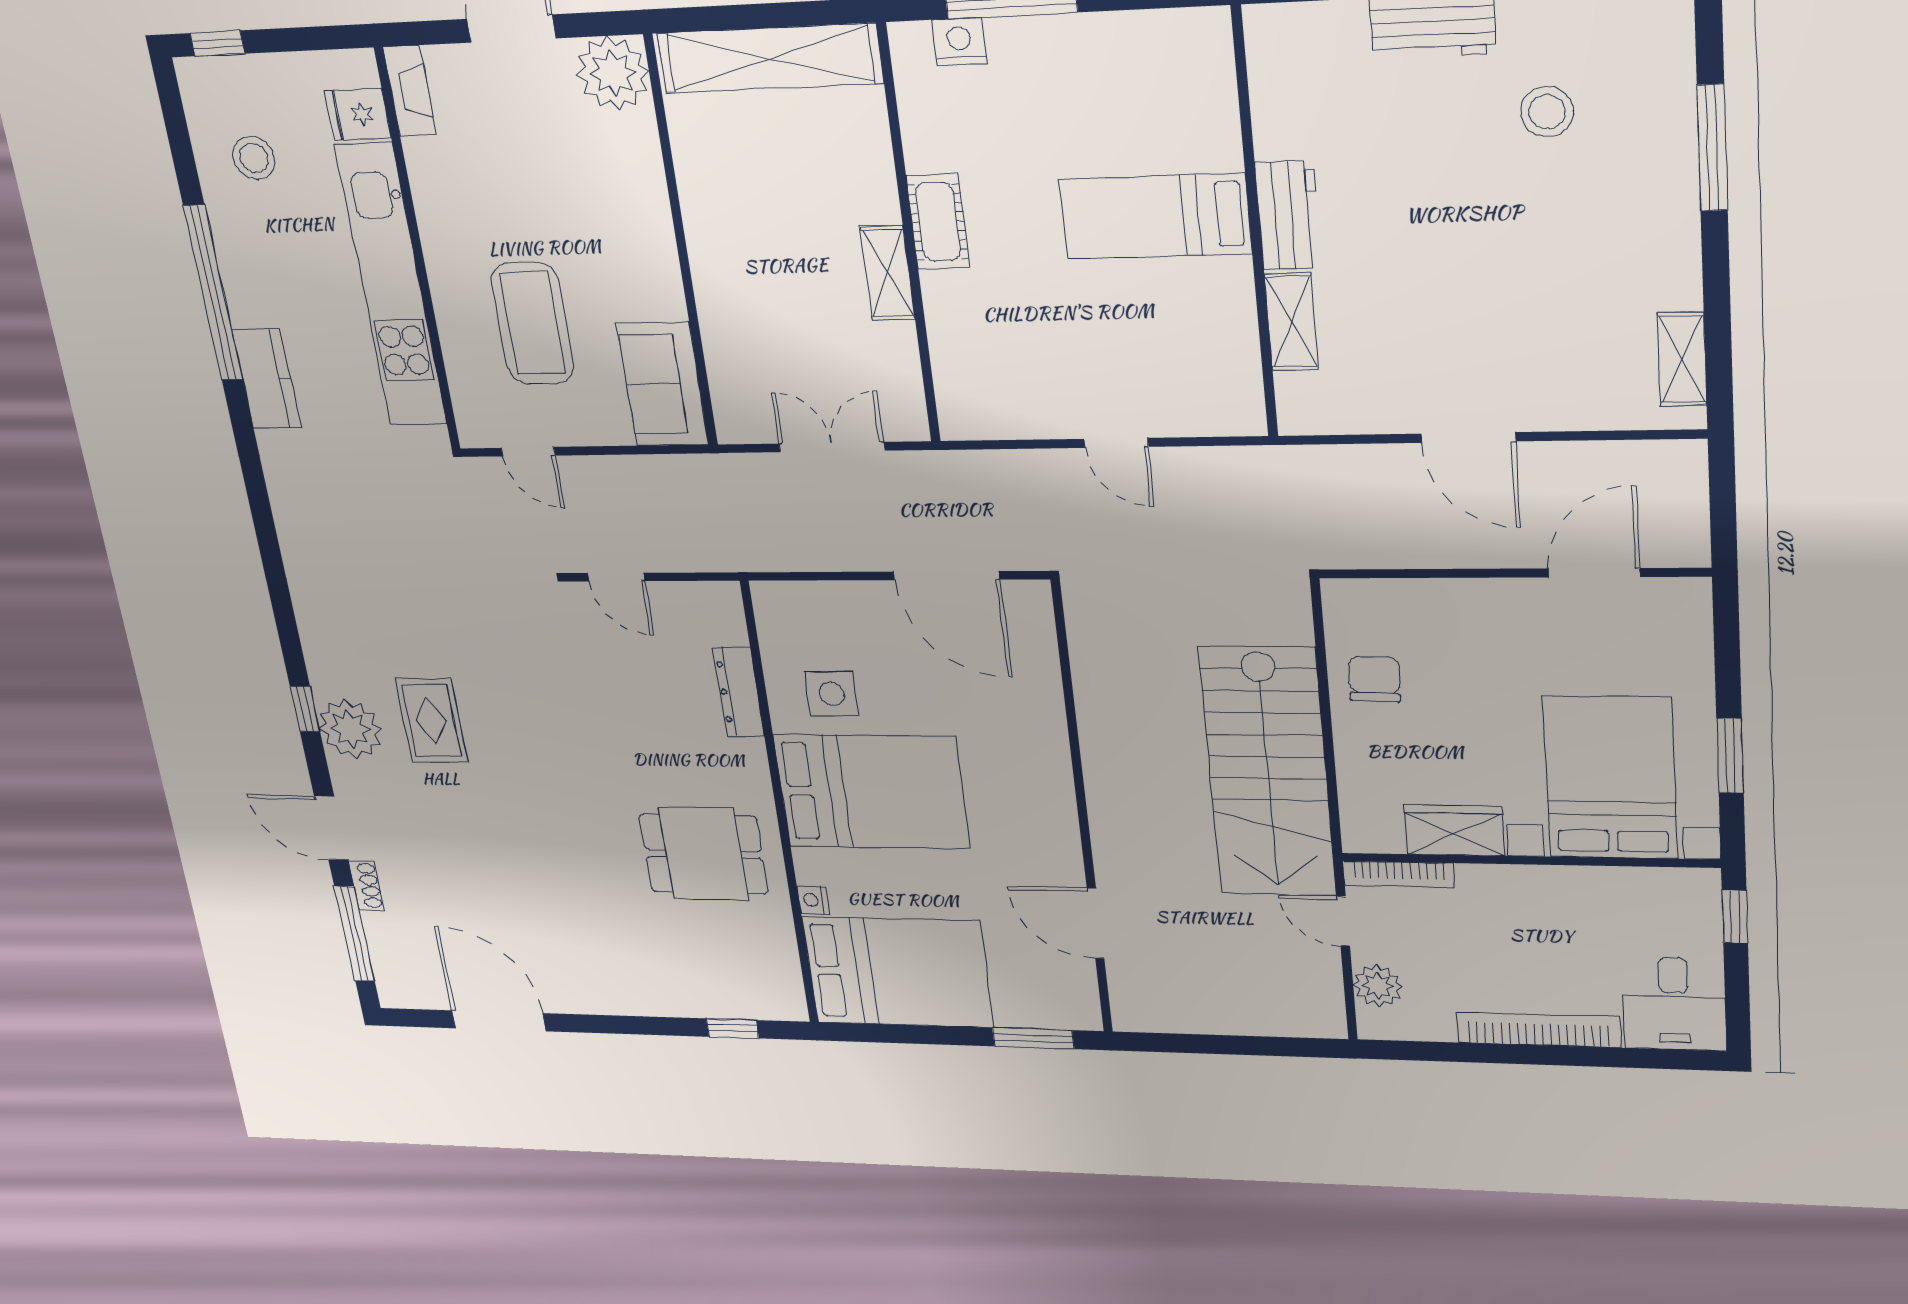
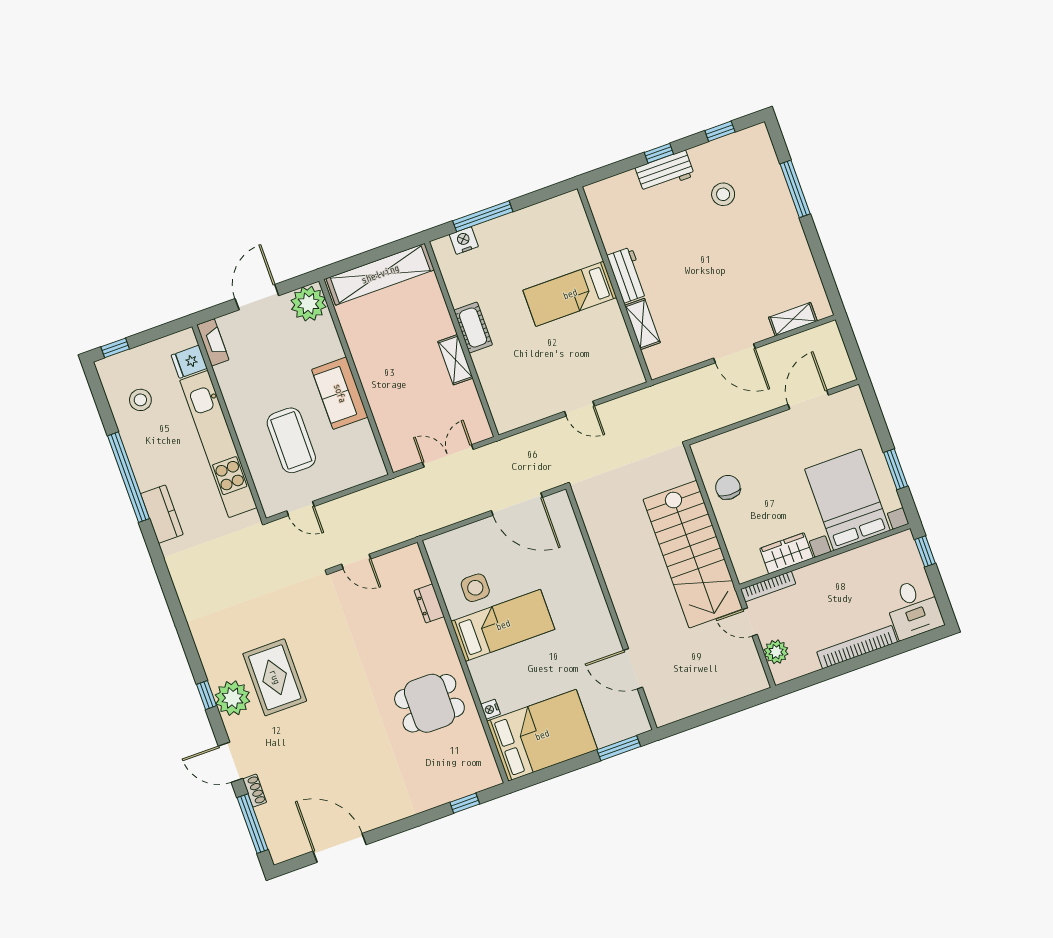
shelving: (1682, 359) -> (793, 319), moved, turned 90
sofa: (663, 384) -> (340, 393), moved
dresser: (739, 692) -> (429, 603), width x0.70
rug: (431, 720) -> (275, 677), width x1.36, depth x1.43
bed: (872, 792) -> (503, 625), width x0.67

